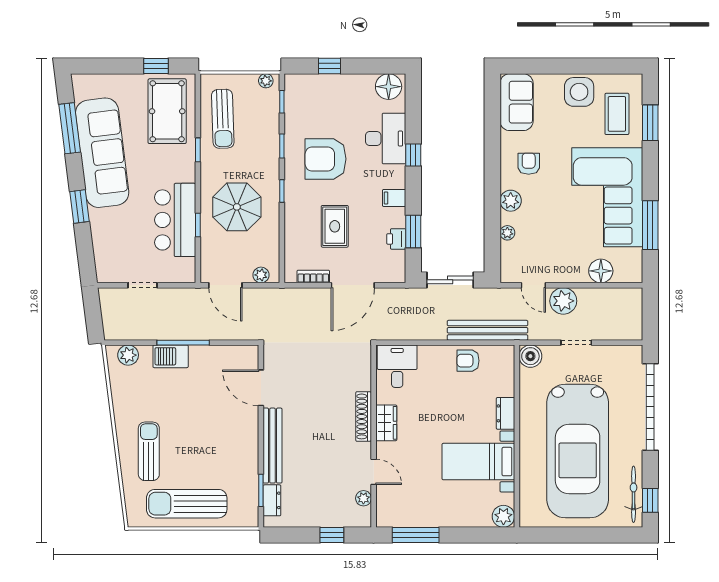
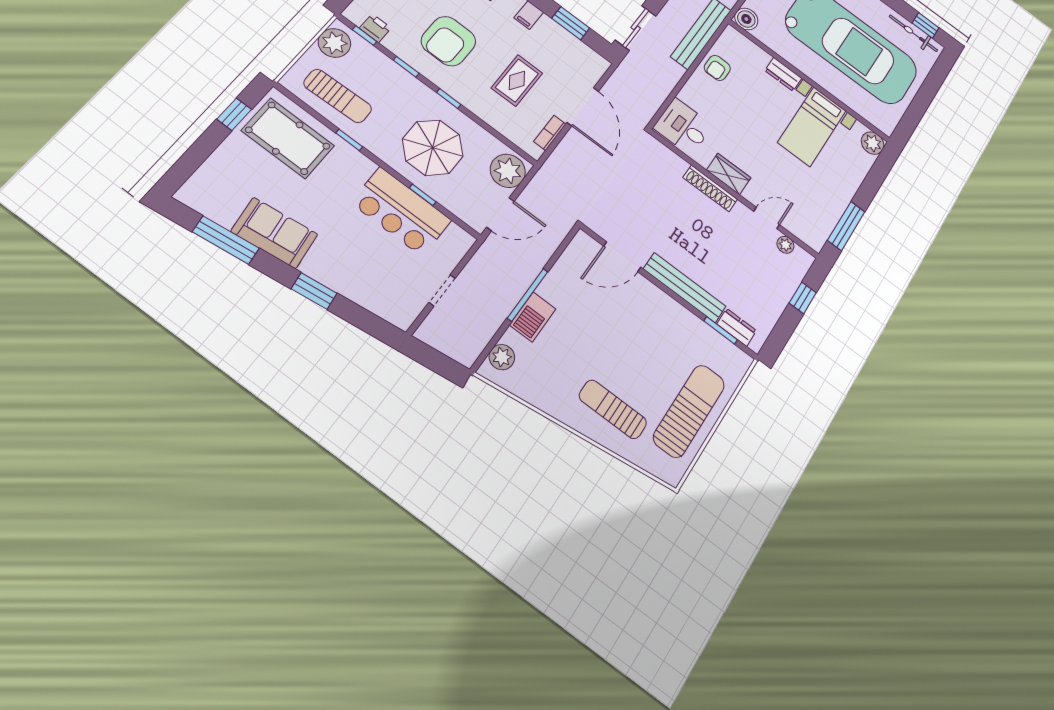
plant: (266, 81) -> (334, 43), width x1.88, depth x1.88
sofa: (102, 153) -> (274, 233), width x0.54, depth x0.79
rug: (335, 226) -> (517, 80), turned 90
printer: (396, 239) -> (375, 28), moved, turned 180
plant: (261, 275) -> (508, 171), width x1.88, depth x1.88
sun lounger: (187, 504) -> (689, 411), turned 180

